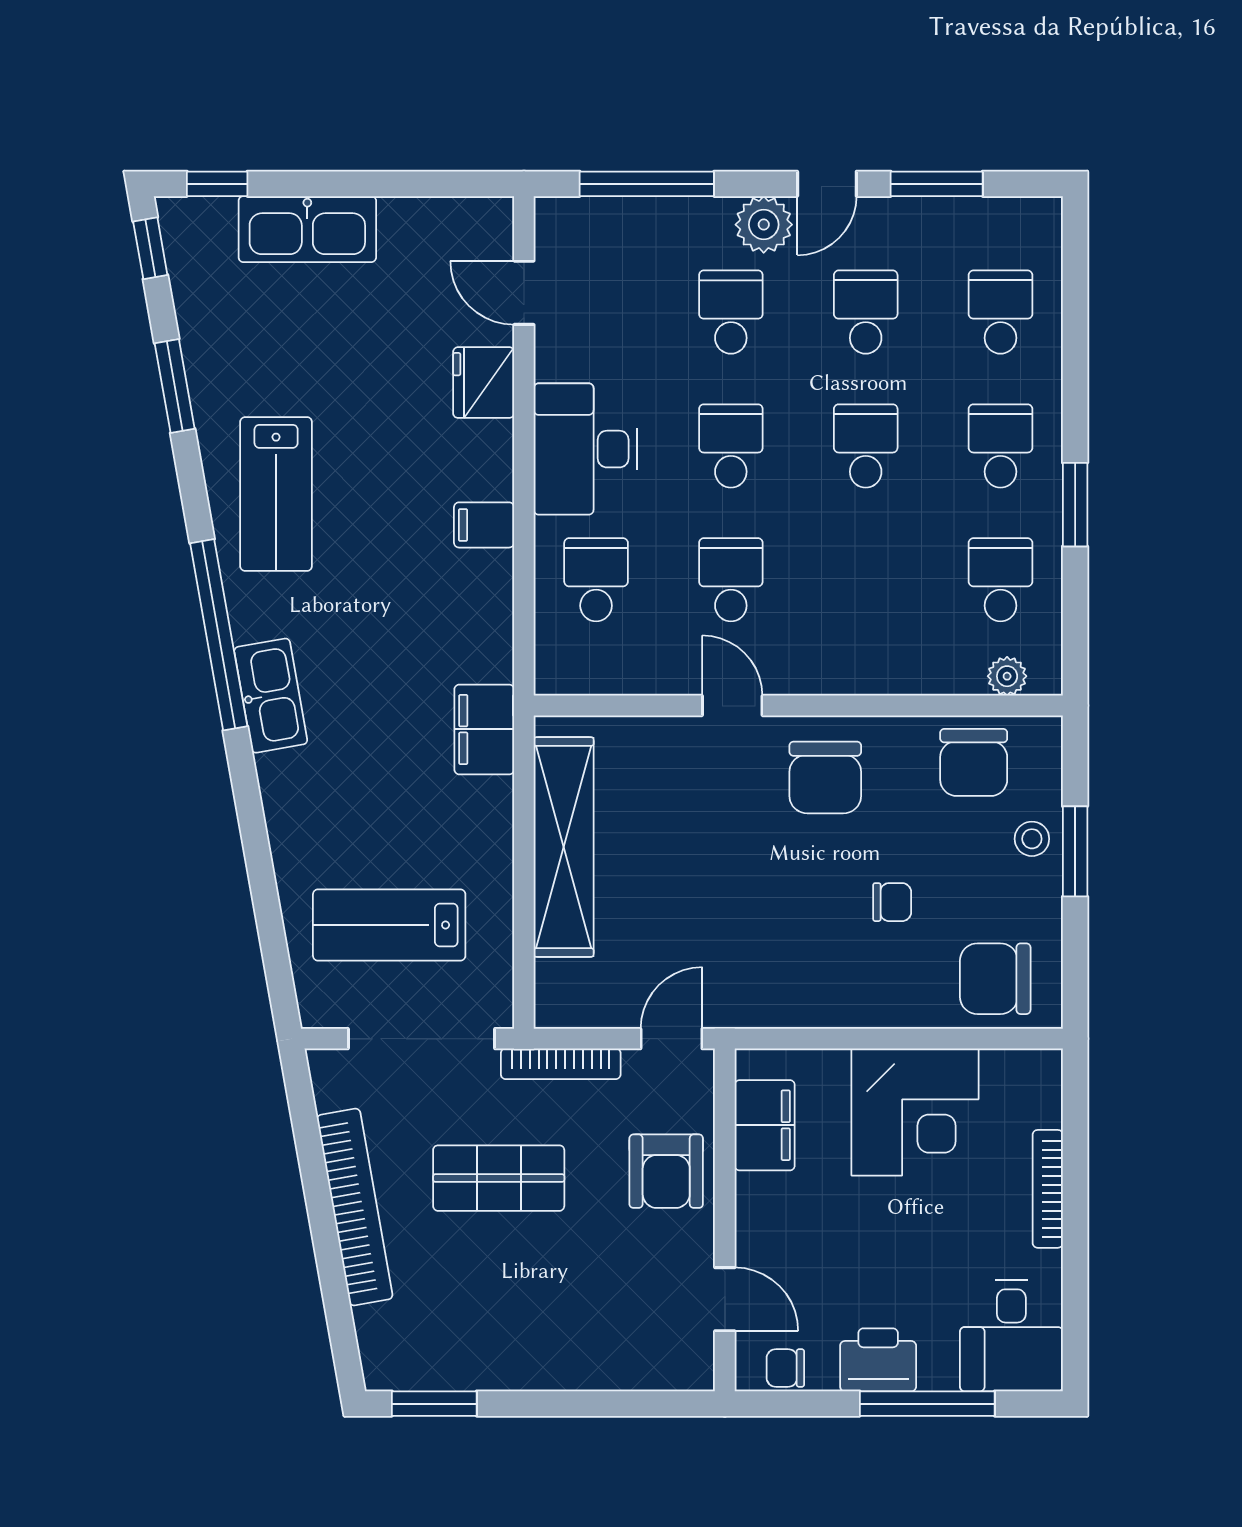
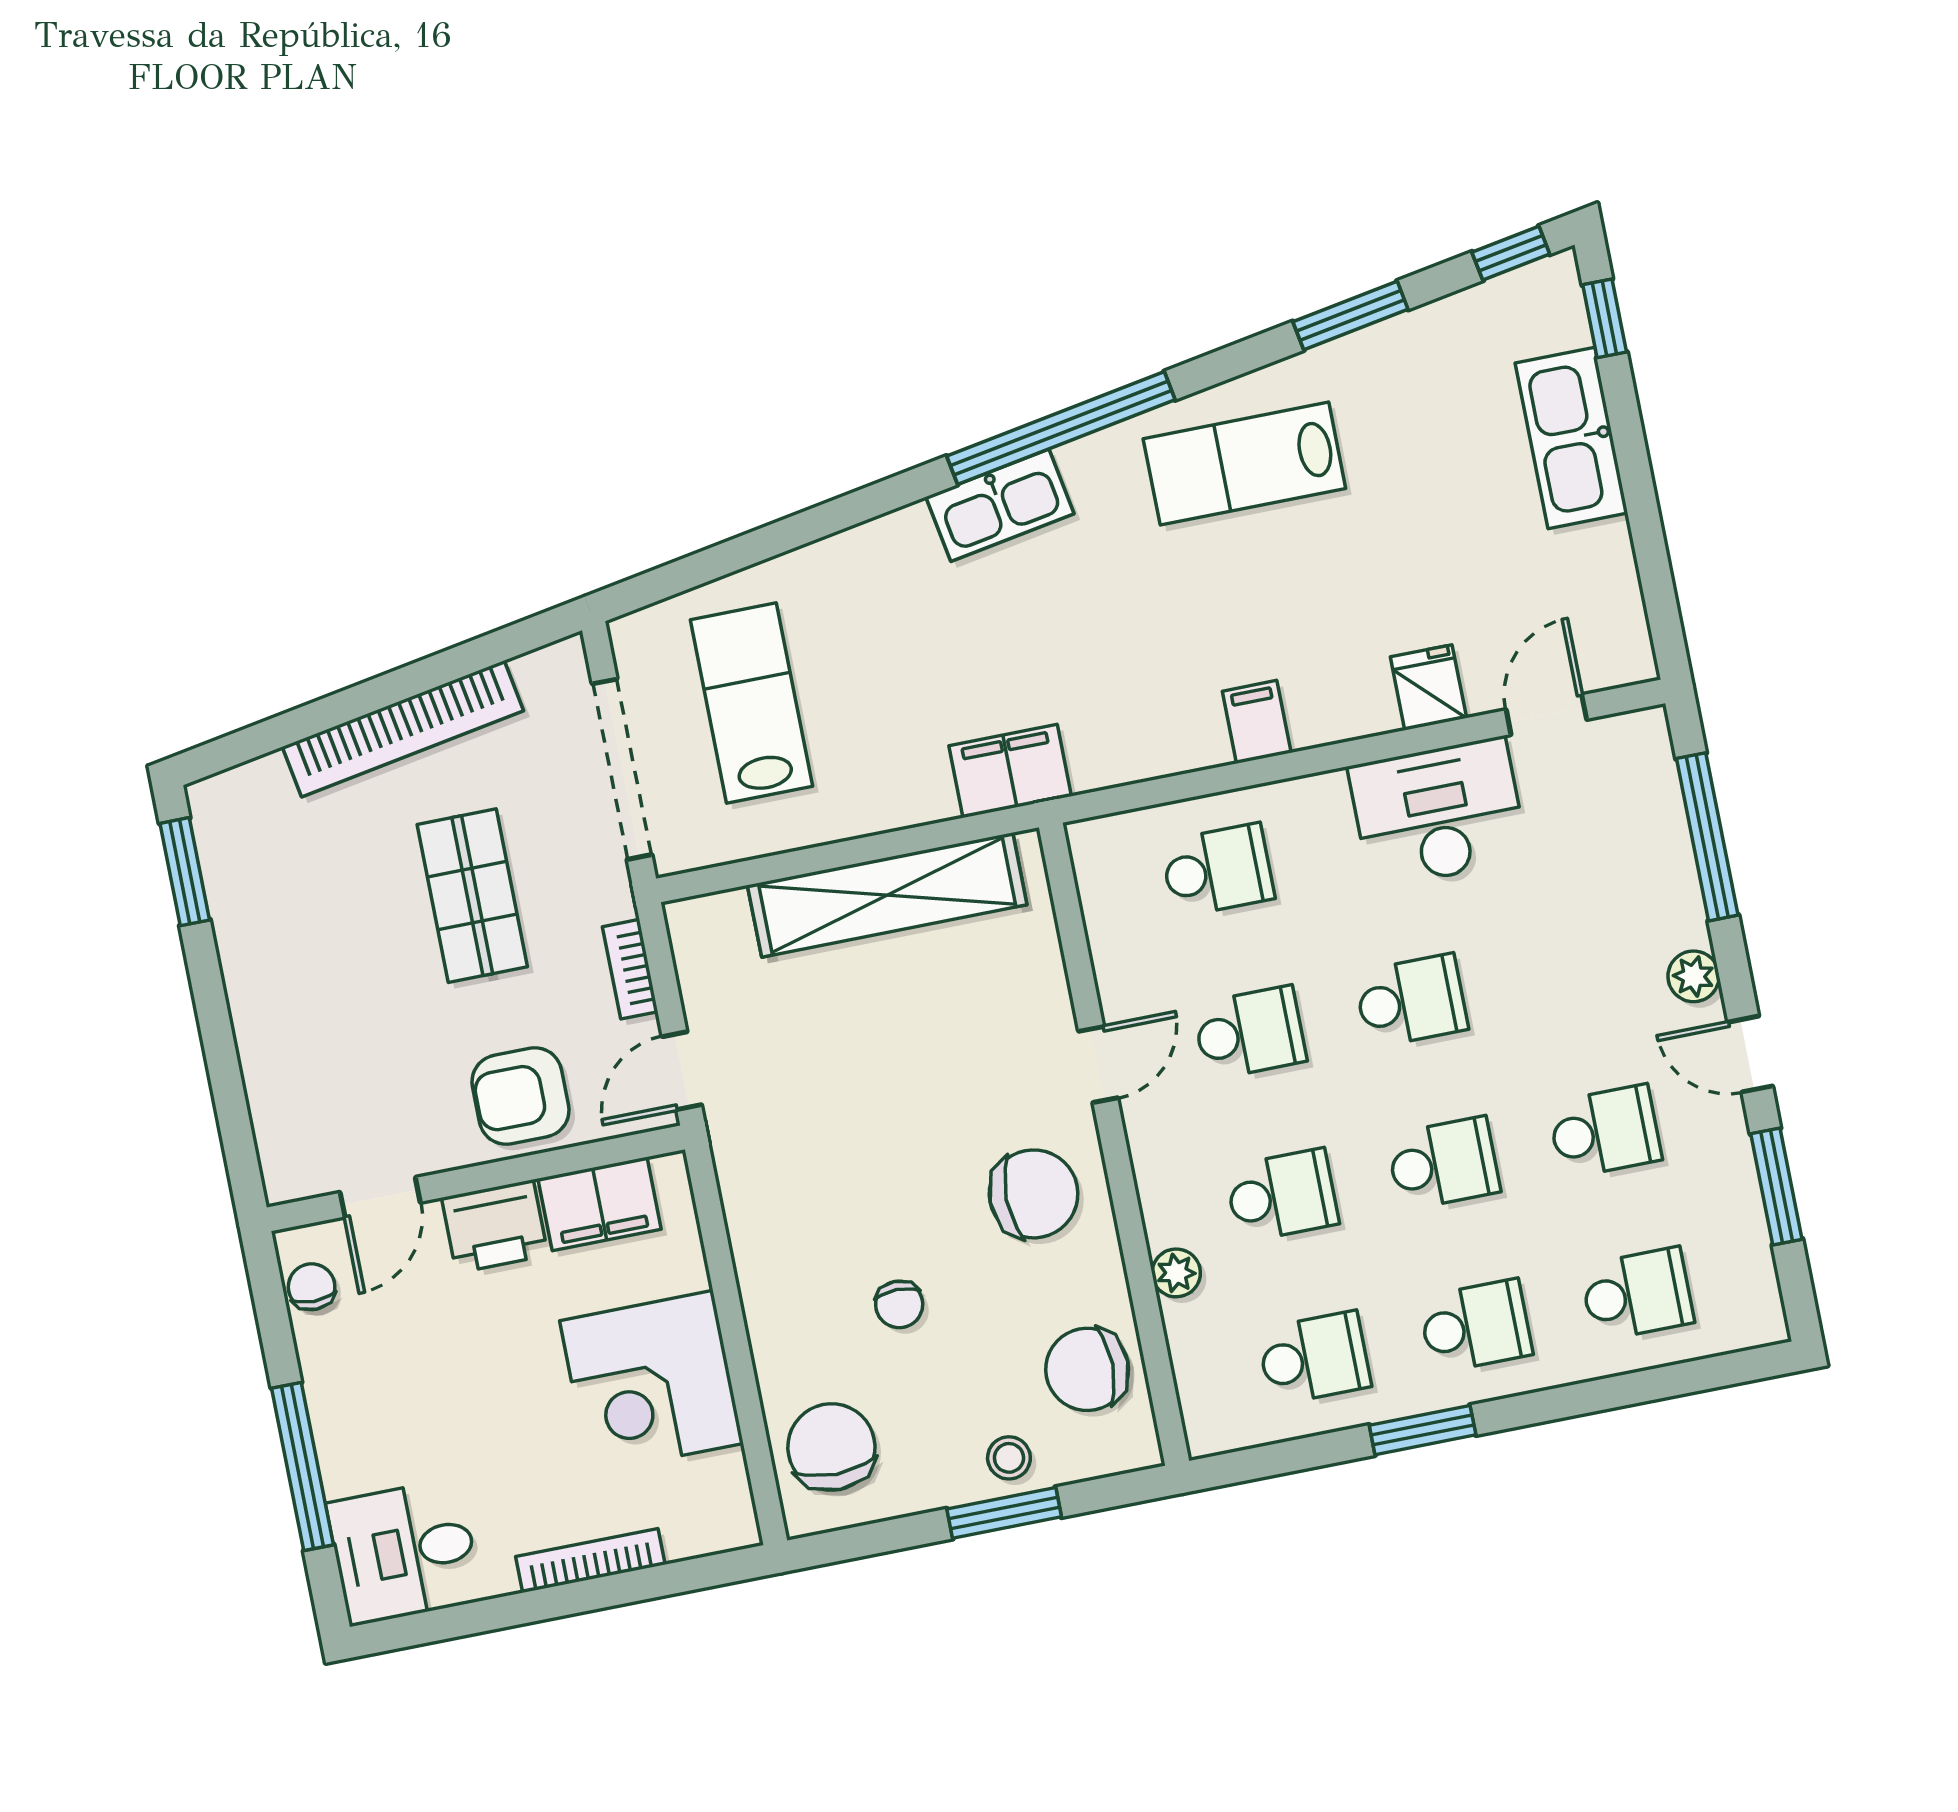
plant: (764, 225) -> (1694, 976), width x0.73, depth x0.73
school desk: (731, 312) -> (1282, 1195), moved
fridge: (484, 383) -> (1428, 687), width x0.72
desk: (585, 449) -> (1438, 813), moved
plant: (1007, 676) -> (1176, 1273), moved
chair: (825, 777) -> (1034, 1194), turned 180
door: (671, 1039) -> (682, 1071), swing flipped
bookcase: (561, 1064) -> (630, 969), width x0.64
printer: (878, 1360) -> (495, 1226), moved, turned 90

